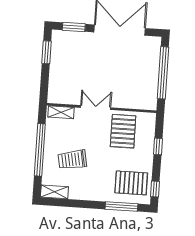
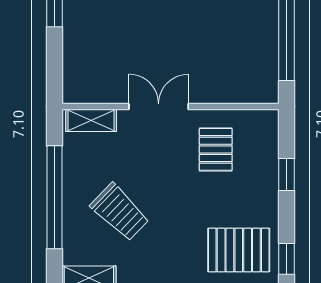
pallet: (123, 131) -> (216, 149), width x0.67, depth x0.71
trolley: (72, 160) -> (120, 212), turned -125

